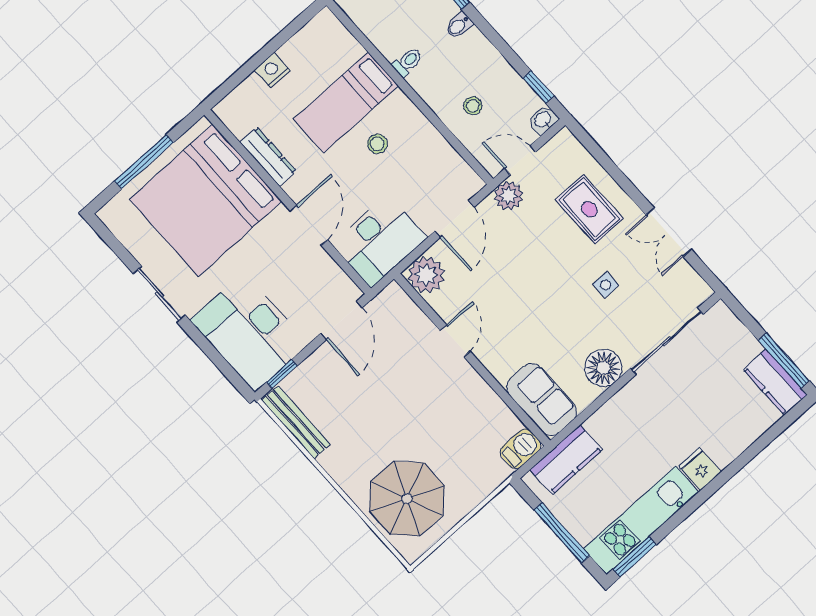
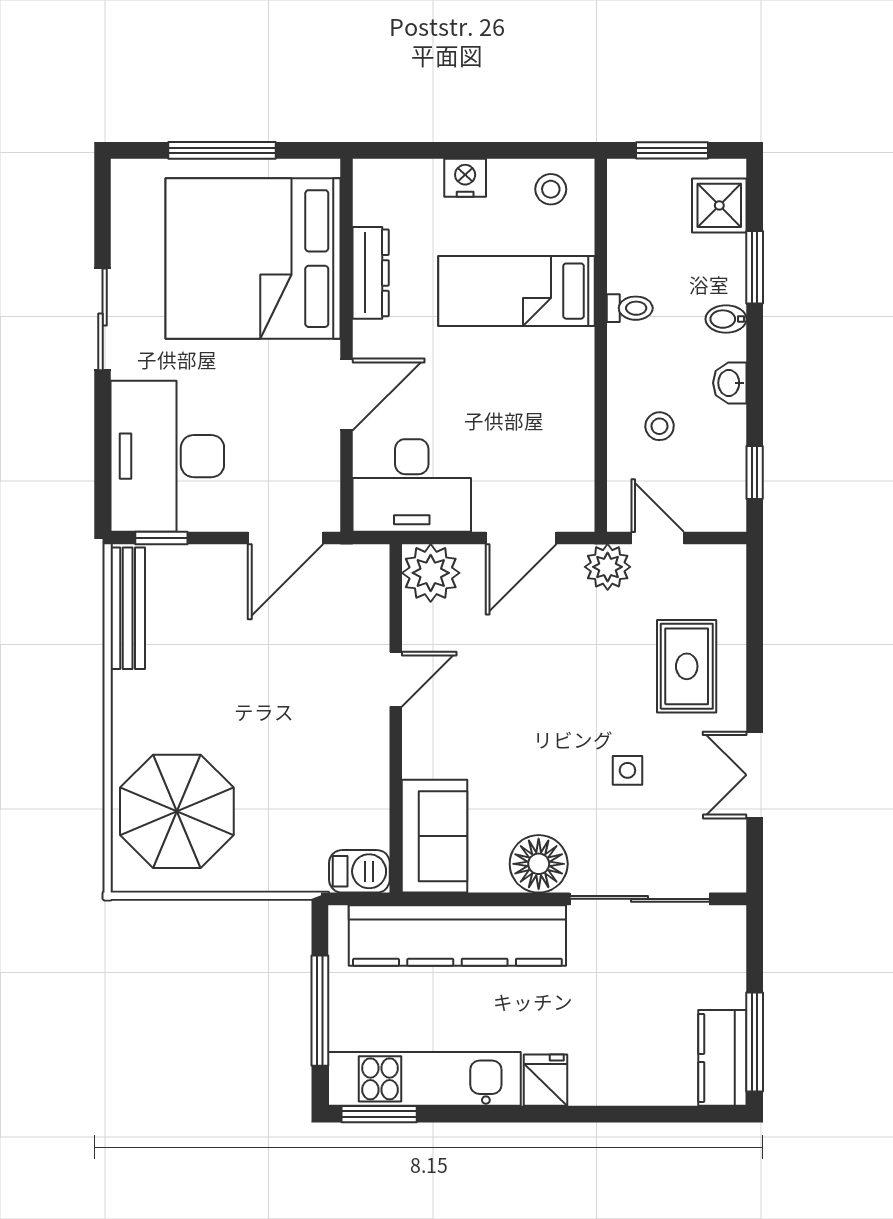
washbasin: (543, 120) -> (730, 383), moved, turned -90
stool: (377, 144) -> (551, 189), moved
kitchen counter: (566, 460) -> (457, 935), width x2.08, depth x1.17

